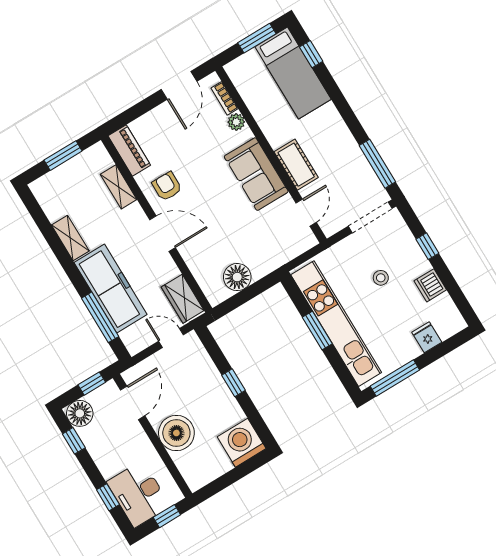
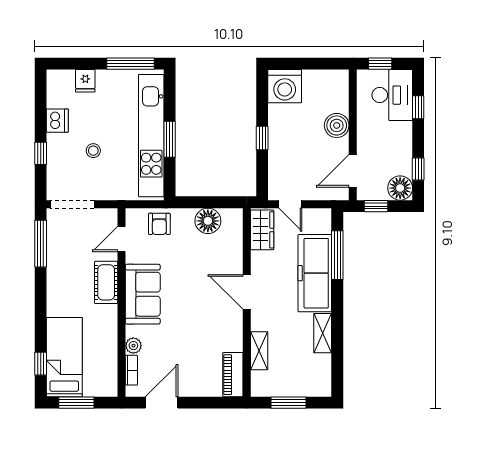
armchair: (167, 186) -> (159, 224), moved
boiler: (176, 433) -> (337, 125), width x0.73, depth x0.73

